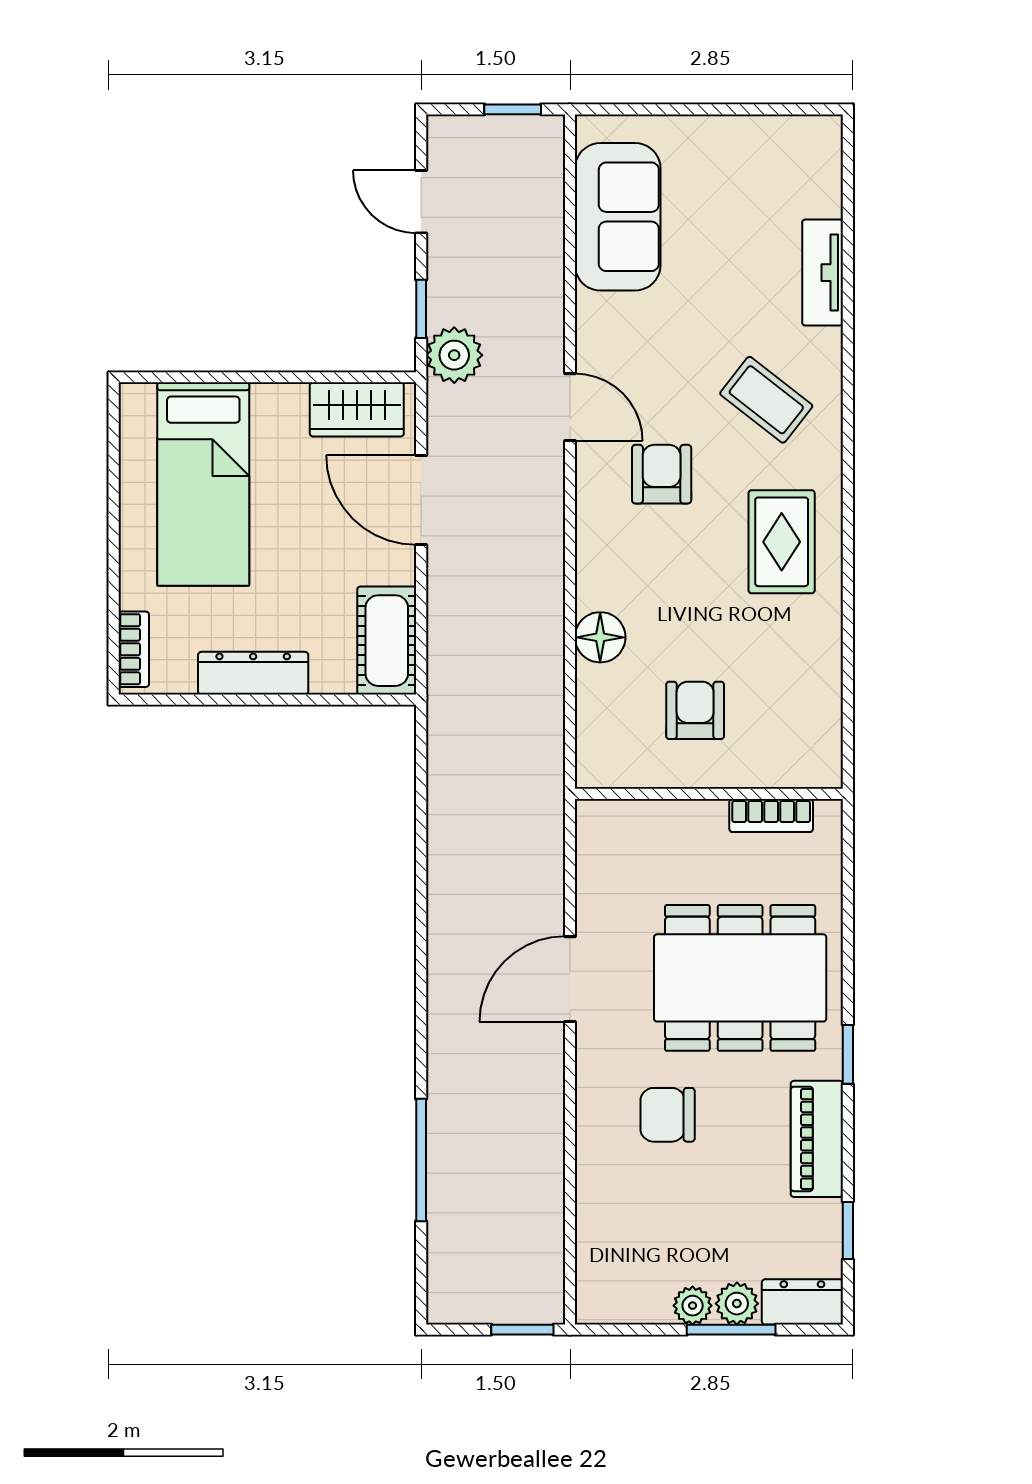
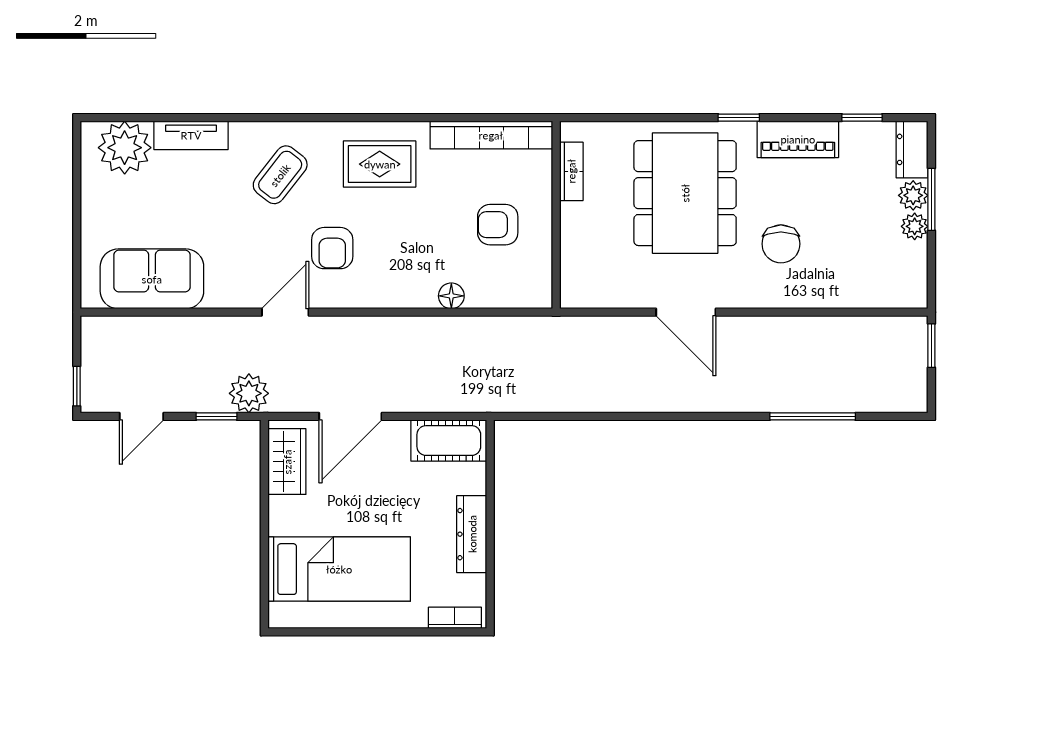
window: (513, 109) -> (77, 386), moved
plant: (805, 178) -> (125, 148), added
armchair: (662, 474) -> (332, 248), turned -90
floor lamp: (600, 637) -> (451, 296), width x0.73, depth x0.73
bookcase: (823, 701) -> (491, 135), added

